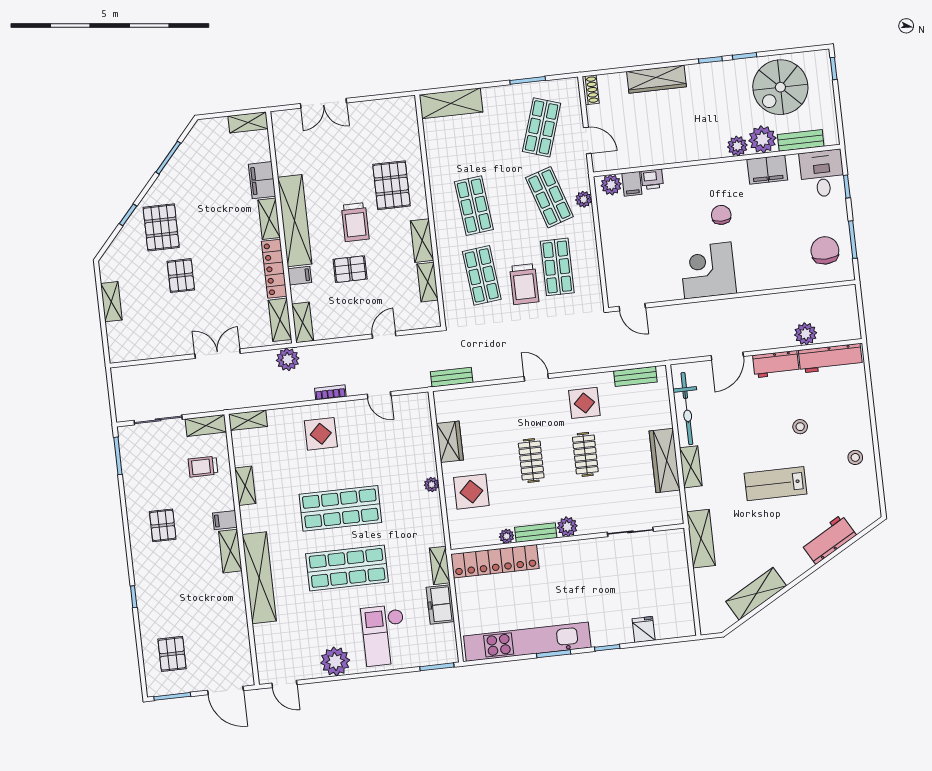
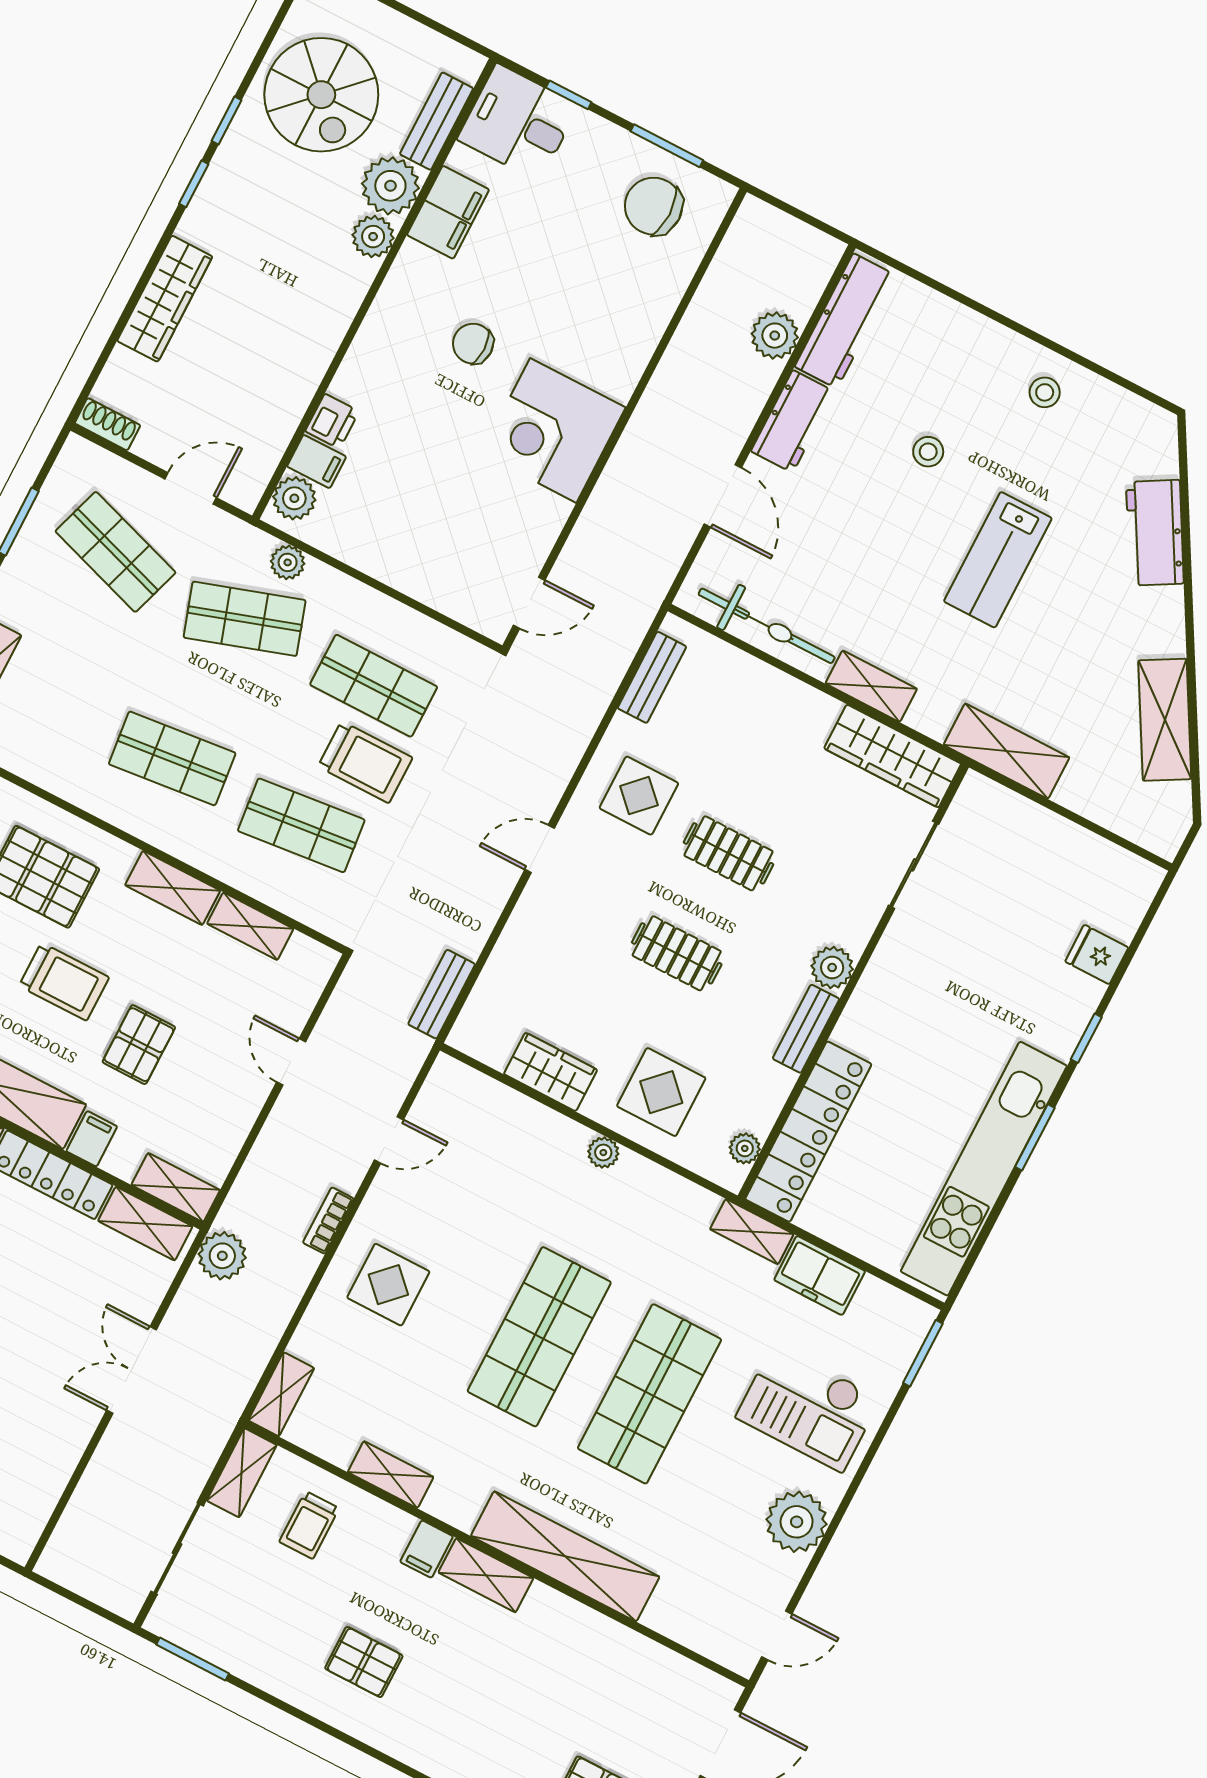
wardrobe: (665, 460) -> (893, 756), moved
plant: (507, 536) -> (745, 1148), moved

